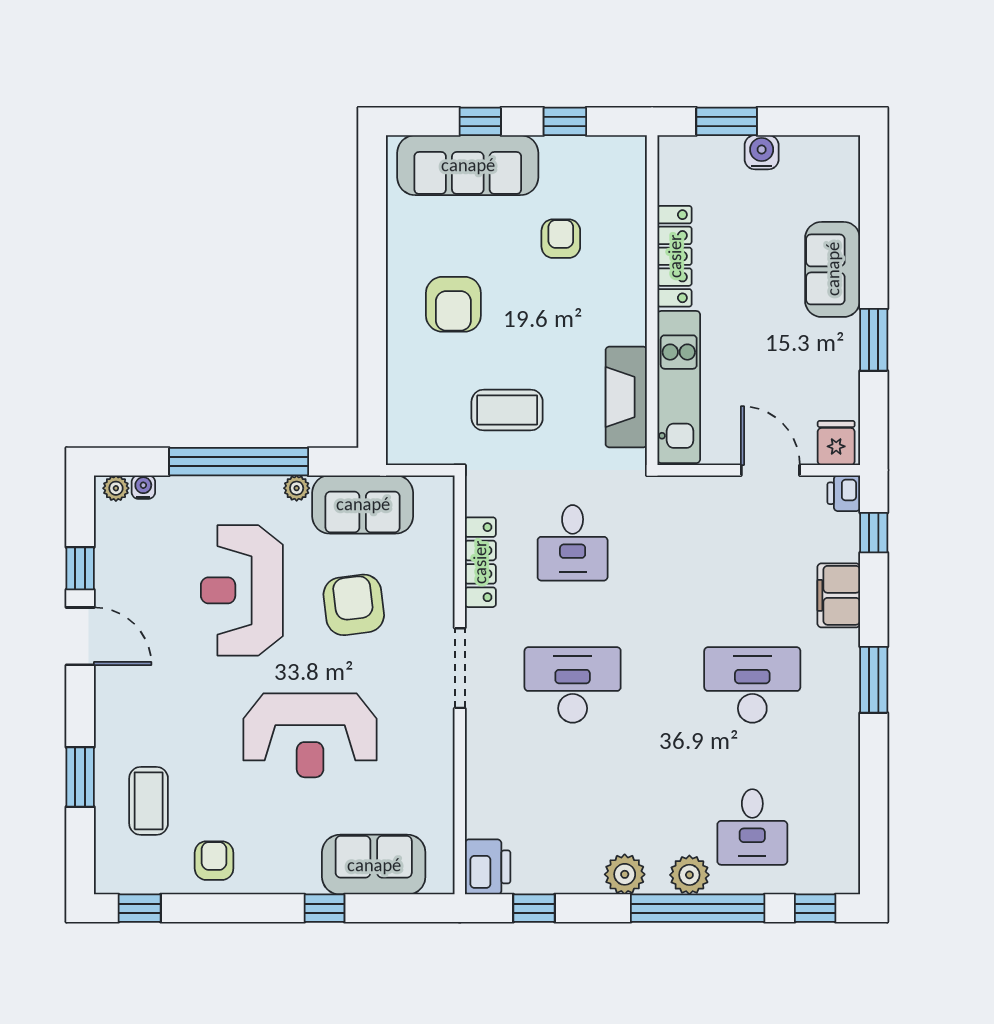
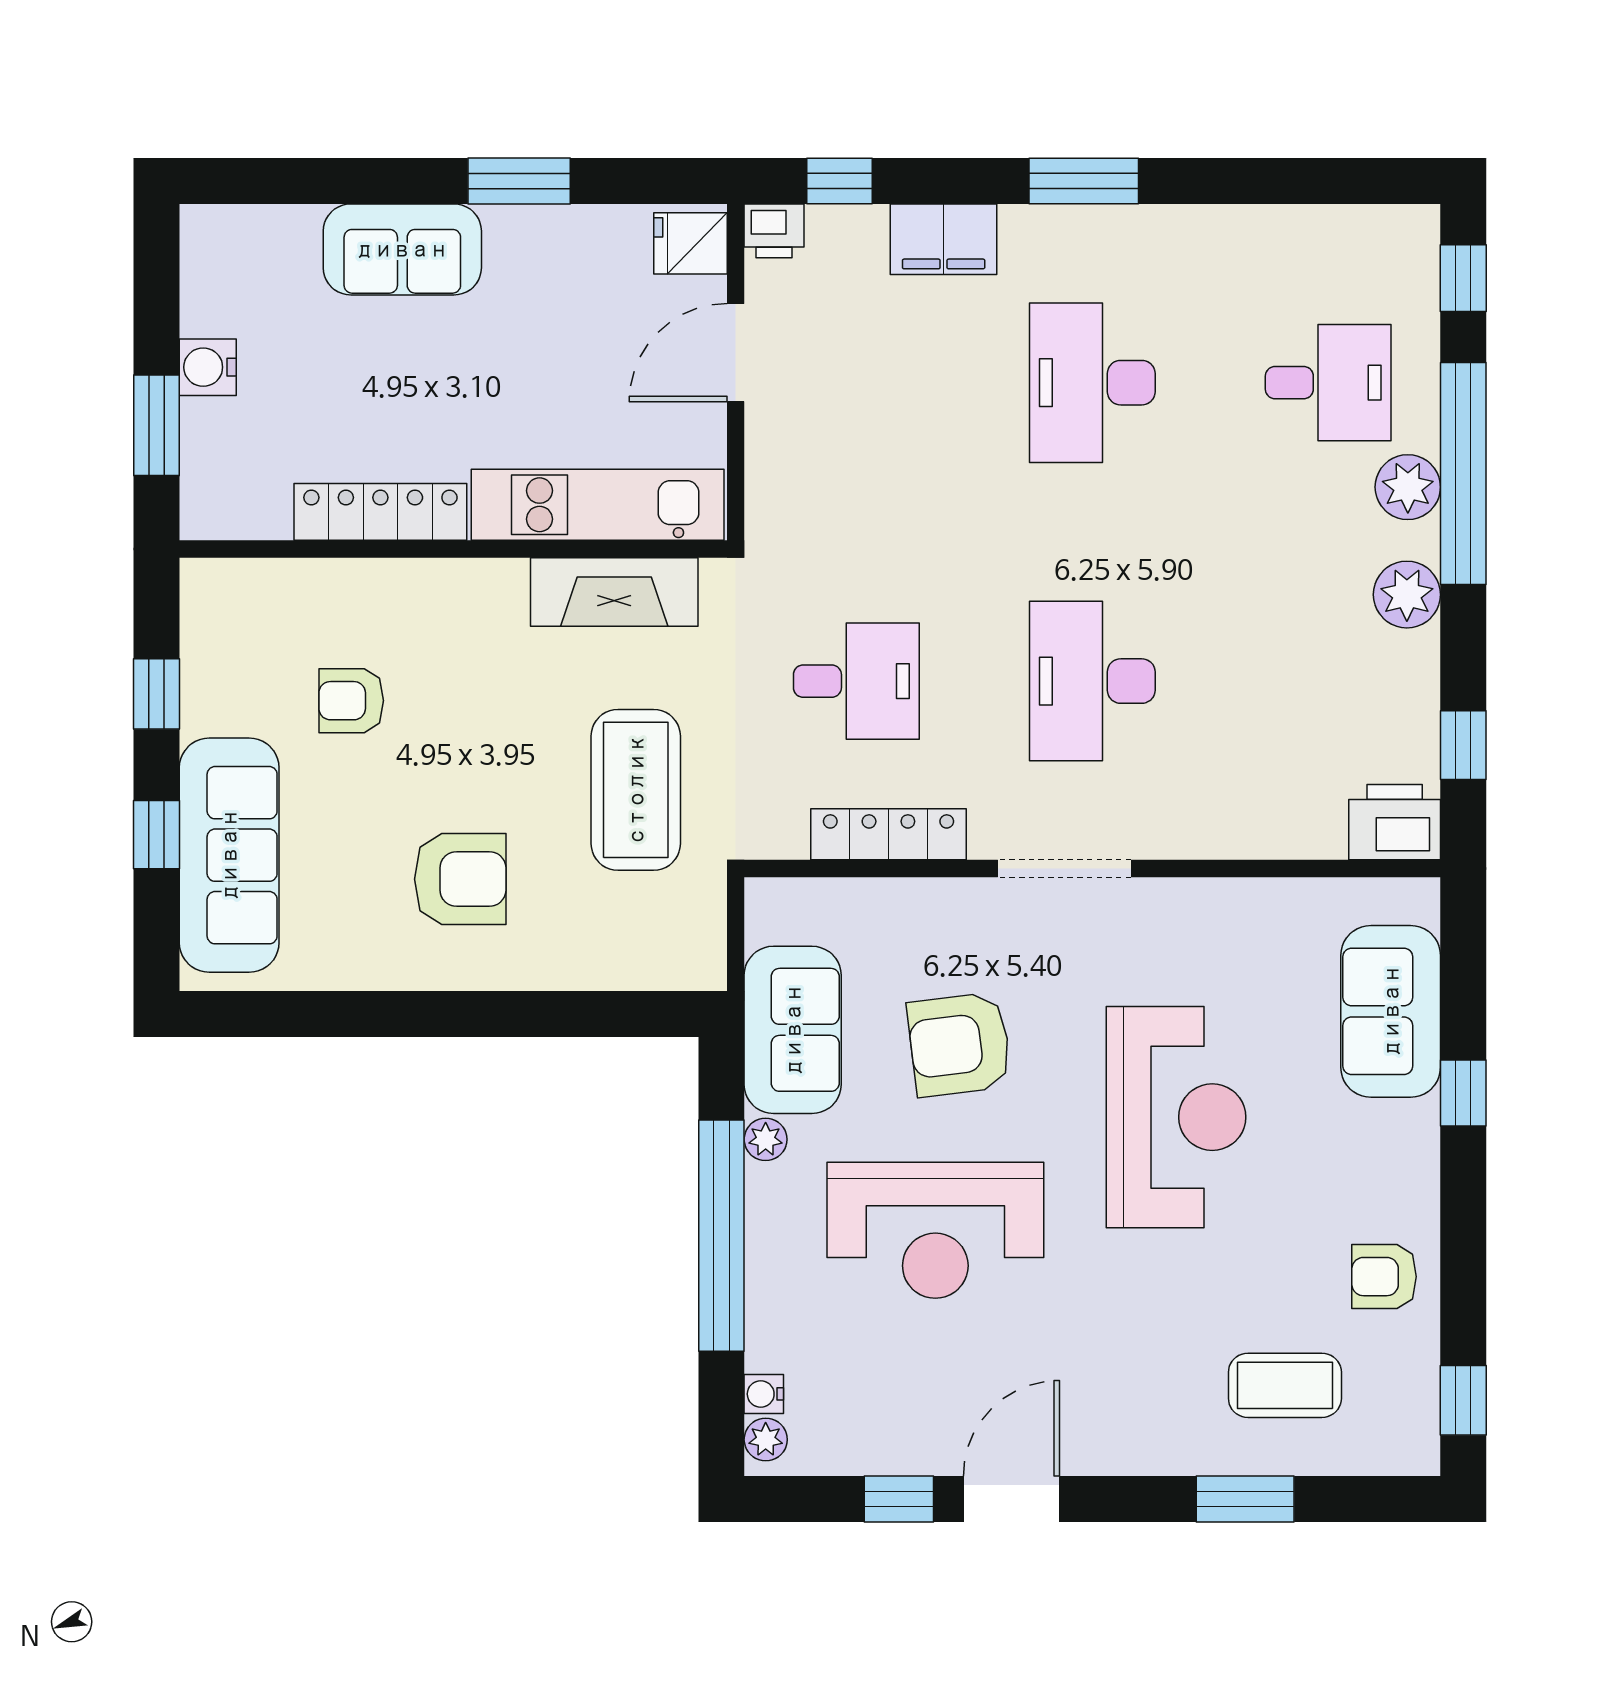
coffee table: (507, 410) -> (636, 790), width x1.36, depth x1.32

